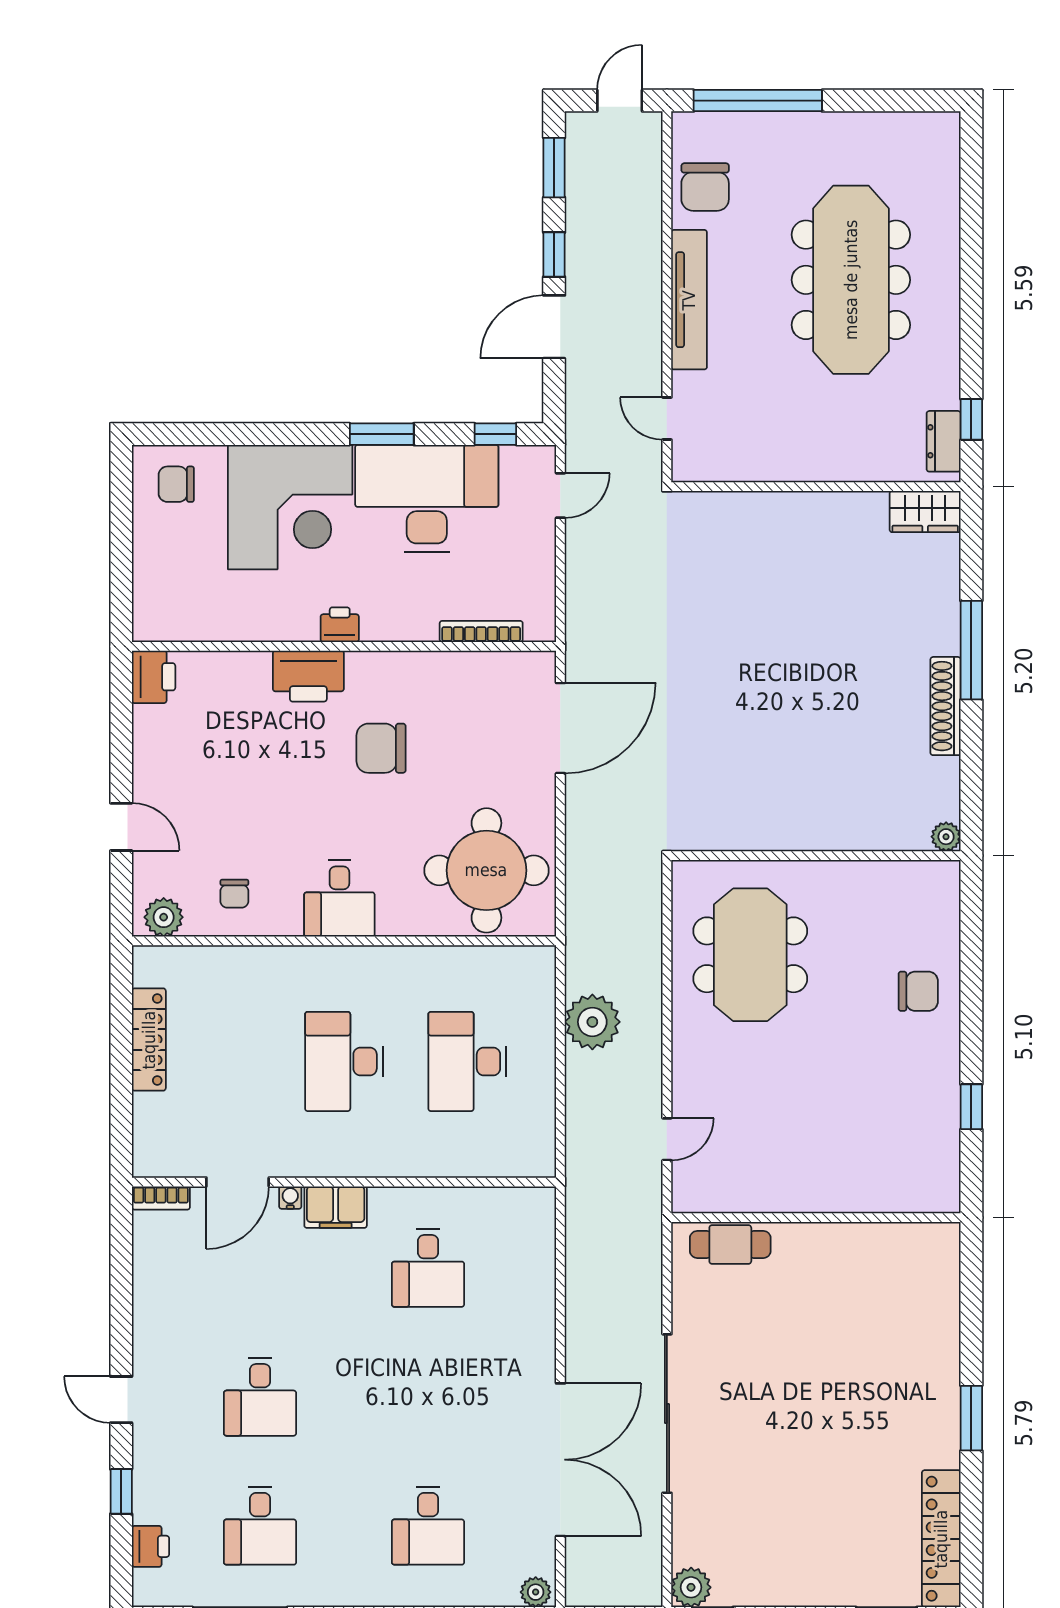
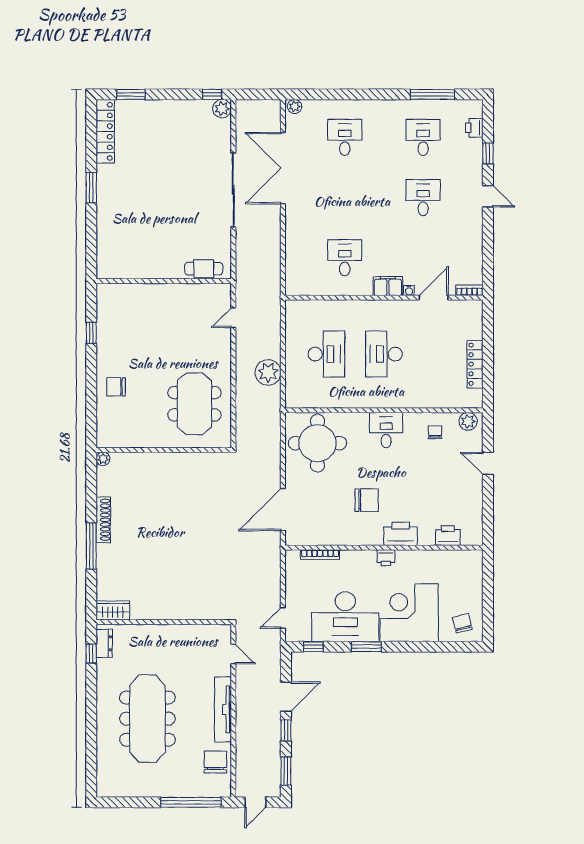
chair: (176, 484) -> (462, 623), turned -104
printer: (154, 677) -> (448, 536), moved, turned 90
desk: (344, 1061) -> (384, 354), turned 180

